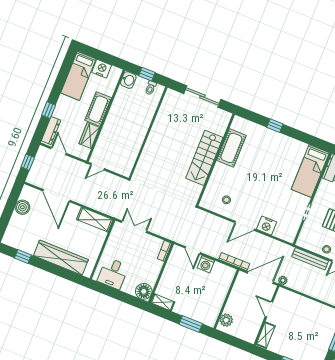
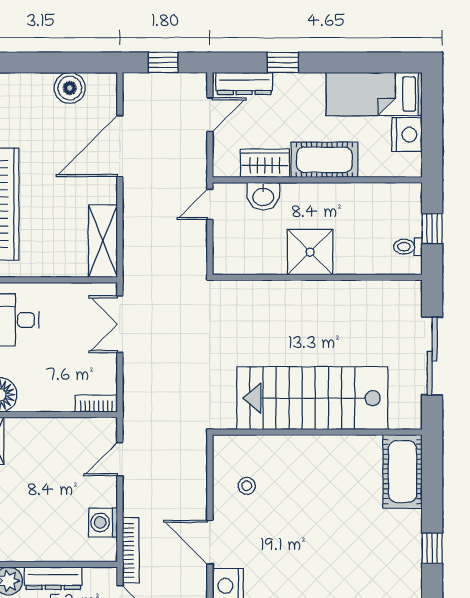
washbasin: (128, 80) -> (263, 196), moved
window: (275, 126) -> (432, 548), moved
shower: (136, 131) -> (310, 252), added
cot: (231, 148) -> (403, 472), moved, turned 90
stairs: (204, 158) -> (312, 398), width x1.36, depth x1.51
door: (98, 167) -> (210, 204), hinge flipped
double door: (134, 227) -> (120, 324), swing flipped
washing machine: (206, 264) -> (103, 522), moved
dresser: (233, 300) -> (53, 578), added

